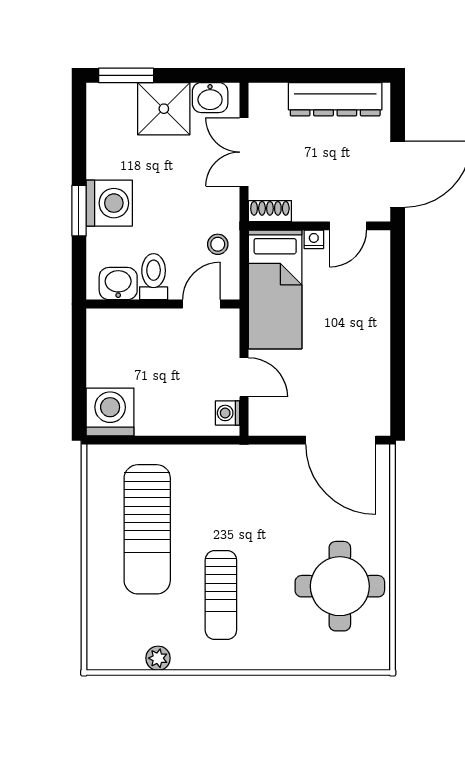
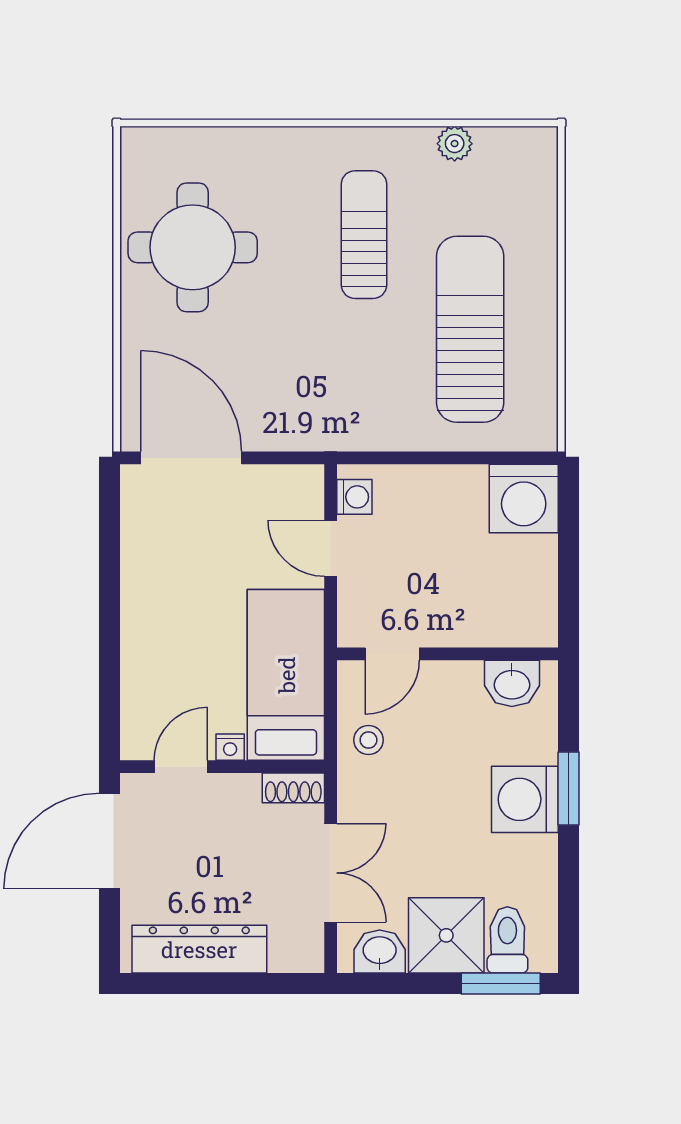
toilet: (154, 277) -> (507, 940), moved, turned 180

